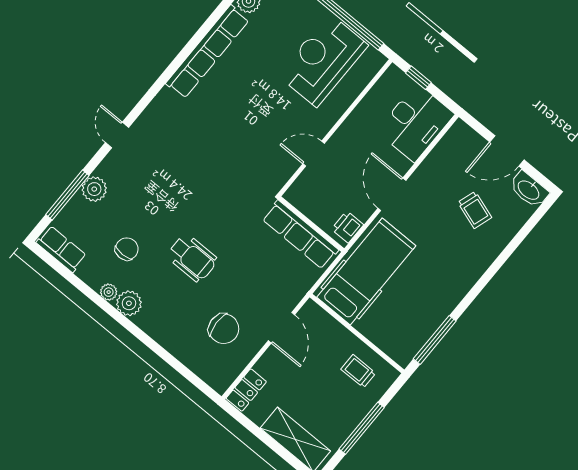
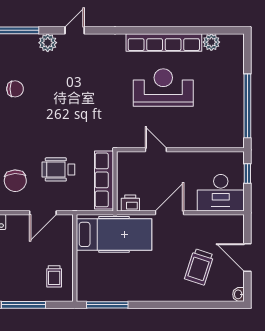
reception desk: (323, 60) -> (163, 87), moved
plant: (94, 189) -> (48, 43), moved
washbasin: (529, 190) -> (238, 294), width x0.52, depth x0.69
trolley: (475, 210) -> (199, 267), width x1.36, depth x1.39
wheelchair: (192, 258) -> (58, 169), moved, turned 90
trolley: (358, 371) -> (54, 276), turned 180

